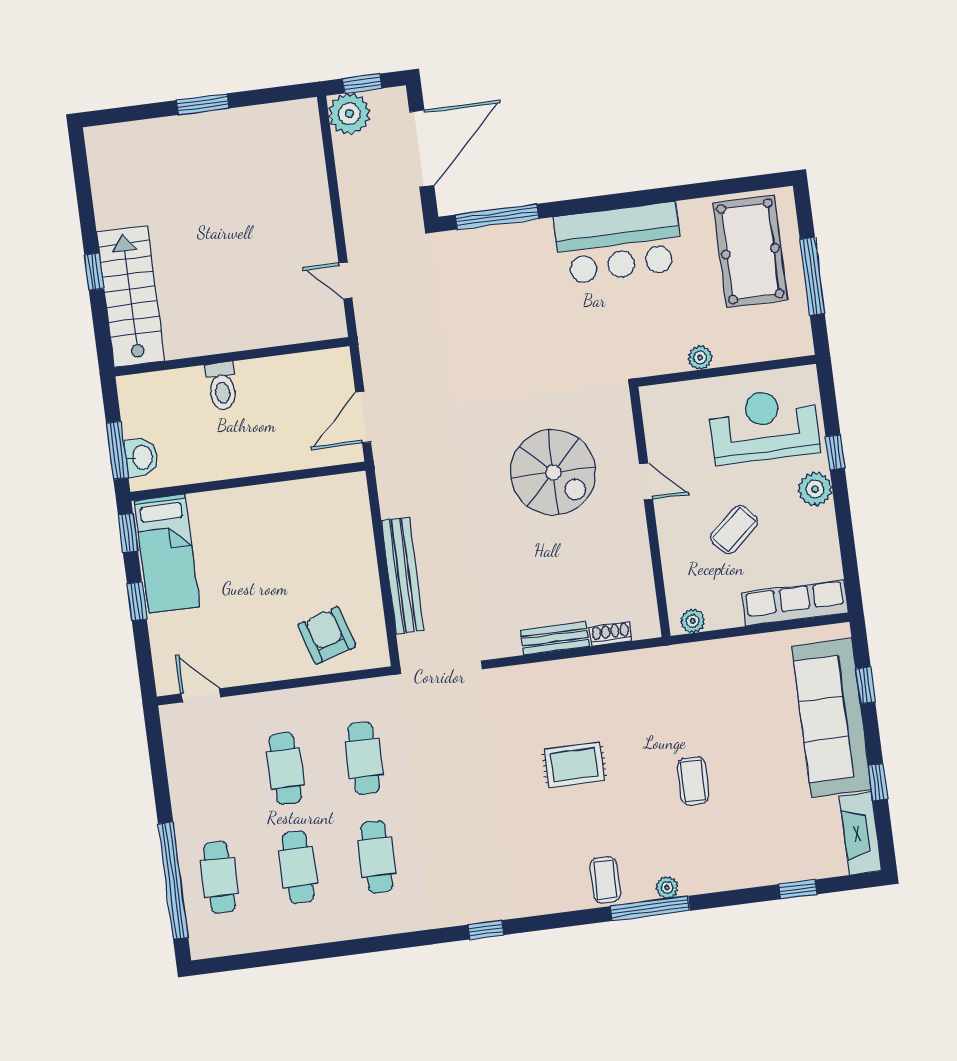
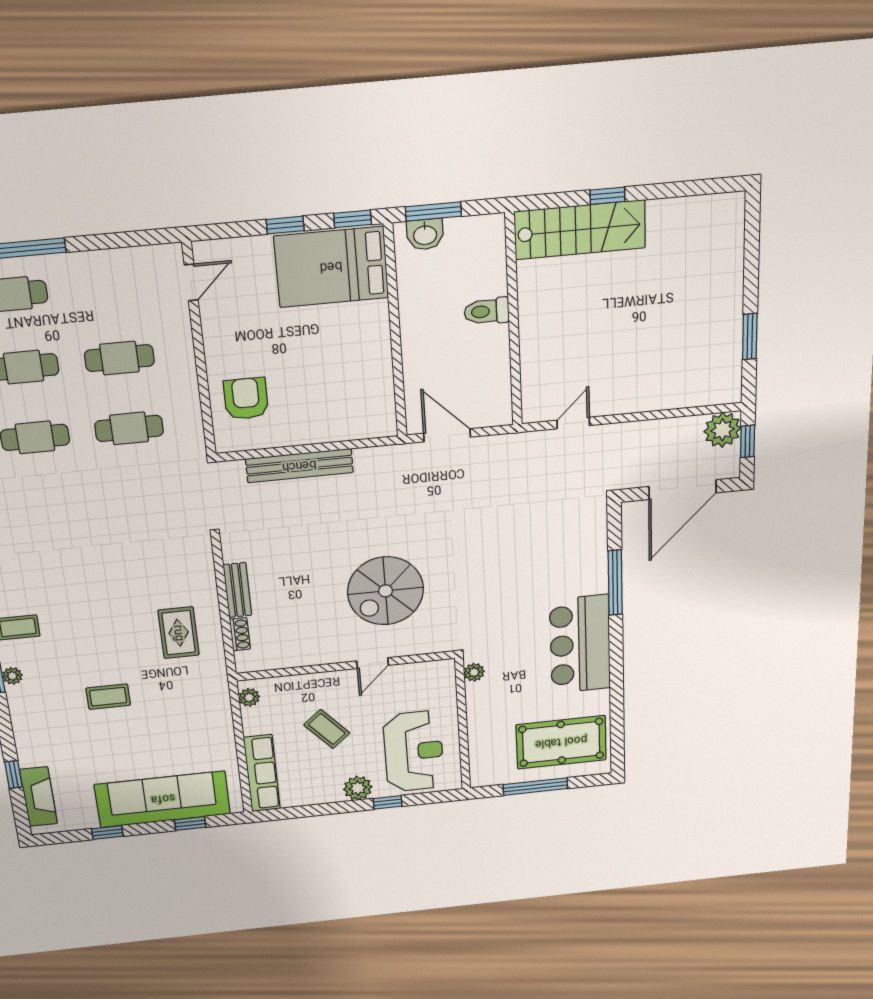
window: (203, 104) -> (750, 337), moved
door: (422, 149) -> (683, 490), hinge flipped
window: (497, 217) -> (615, 583), moved
plant: (700, 358) -> (474, 672), moved
bed: (167, 554) -> (331, 267), width x1.50
armchair: (327, 635) -> (246, 399), turned -73
rug: (574, 765) -> (179, 633), moved
fireplace: (861, 834) -> (39, 797), moved, turned 90

